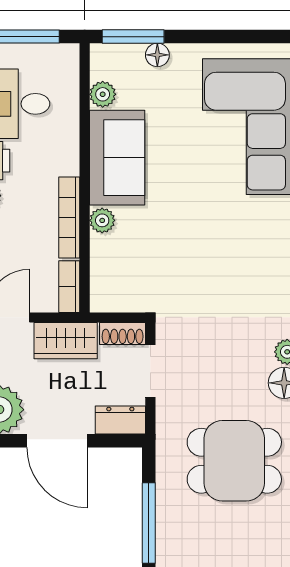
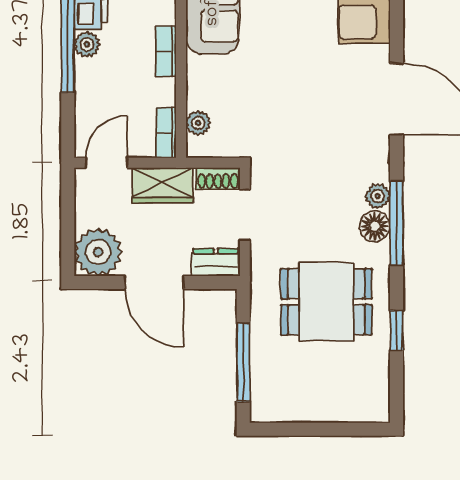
bookcase: (69, 217) -> (166, 51), width x0.64
plant: (102, 220) -> (198, 123), moved

